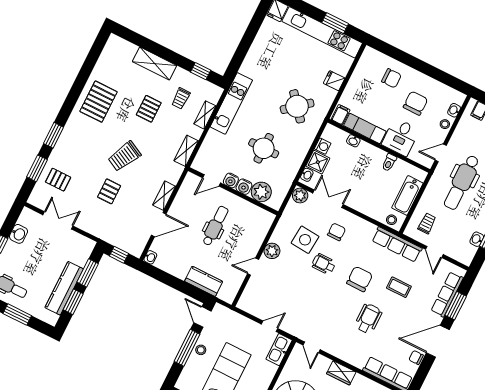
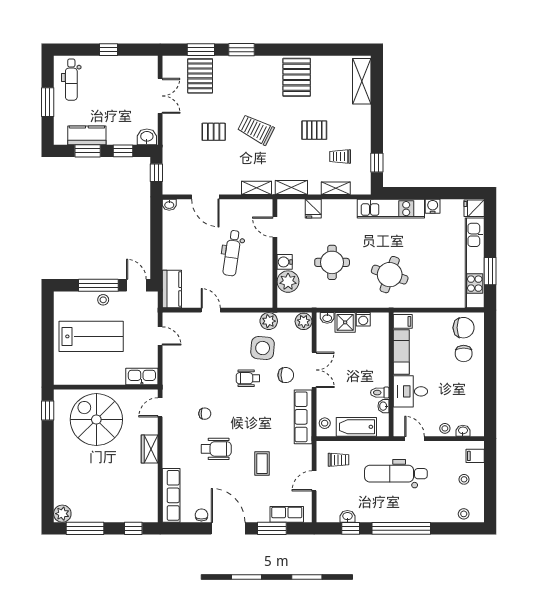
shelving: (155, 63) -> (362, 81), moved
fridge: (334, 81) -> (313, 209), moved, turned 180
pallet: (98, 102) -> (297, 77), turned 90
kitchen unit: (231, 103) -> (391, 209), moved
chair: (415, 103) -> (464, 328), moved
round table: (297, 106) -> (390, 275), turned -31
washbasin: (353, 141) -> (383, 406), moved
pallet: (58, 180) -> (200, 76), width x1.50, depth x1.42
water cooler: (231, 180) -> (433, 206), moved, turned 90
shelving: (164, 196) -> (256, 188), moved
double door: (328, 199) -> (314, 370), moved
dental chair: (215, 226) -> (232, 253), turned 98
washbasin: (18, 234) -> (147, 137), moved, turned 180
row of seats: (397, 244) -> (303, 417), moved
plant: (272, 251) -> (269, 321), moved
wheelchair: (324, 264) -> (248, 378), turned -90
window: (88, 273) -> (123, 151), width x0.67
chair: (360, 279) -> (205, 414), moved, width x0.54, depth x0.54
kitchen counter: (204, 281) -> (172, 289), moved
kitchen counter: (64, 288) -> (87, 135), width x0.67
row of seats: (447, 294) -> (287, 514), width x0.68
door: (202, 317) -> (136, 285), hinge flipped
door: (270, 326) -> (160, 336), moved

